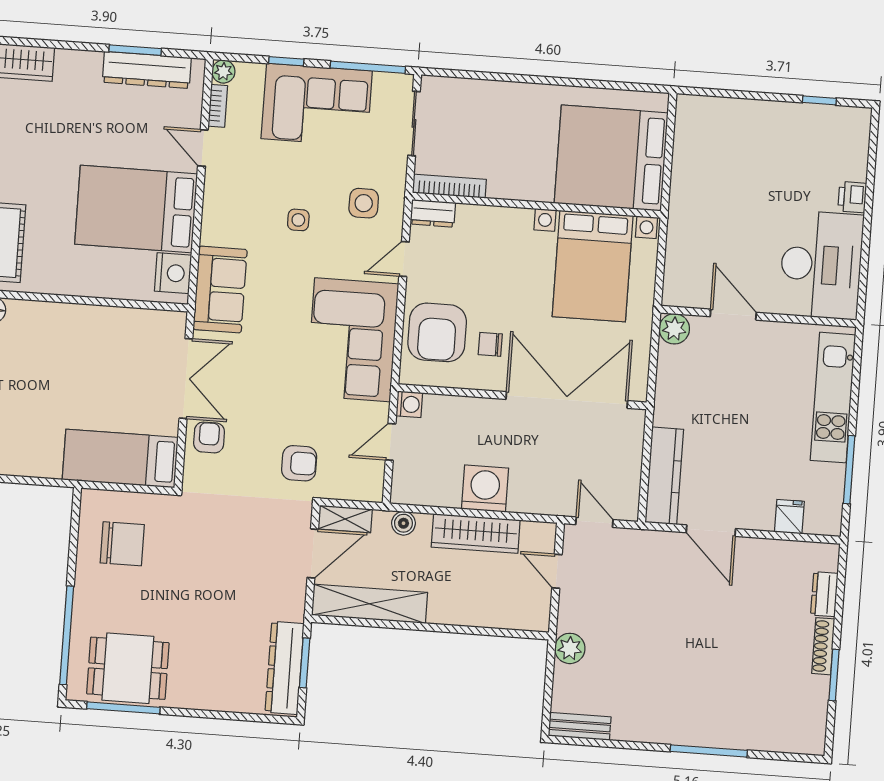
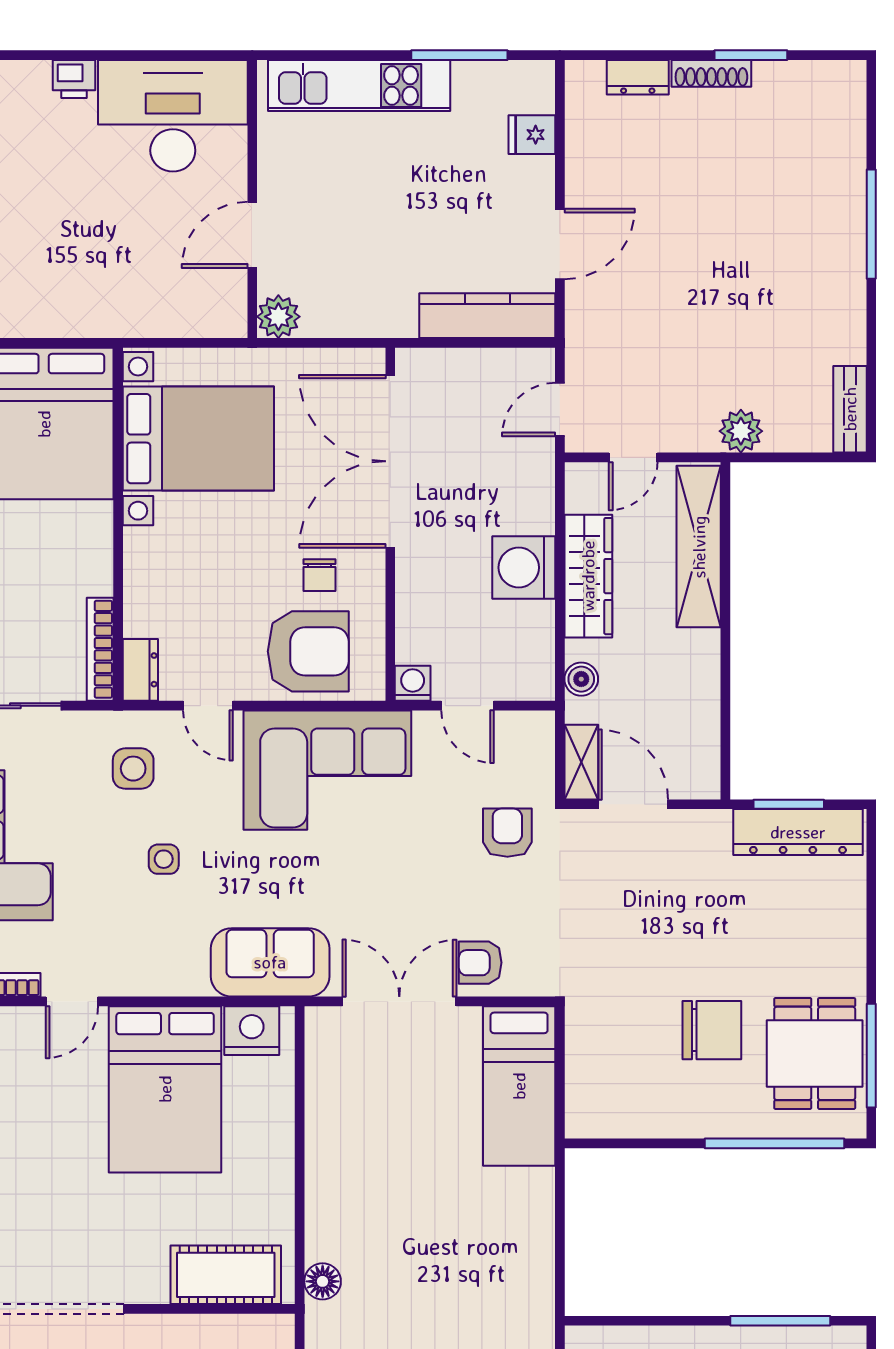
chair: (122, 544) -> (712, 1030), moved, turned 90
shelving: (370, 604) -> (699, 547), moved

